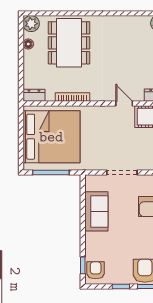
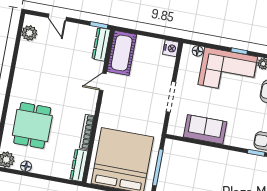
dining table: (69, 43) -> (32, 125), width x0.73
dresser: (34, 95) -> (79, 165), width x1.44

